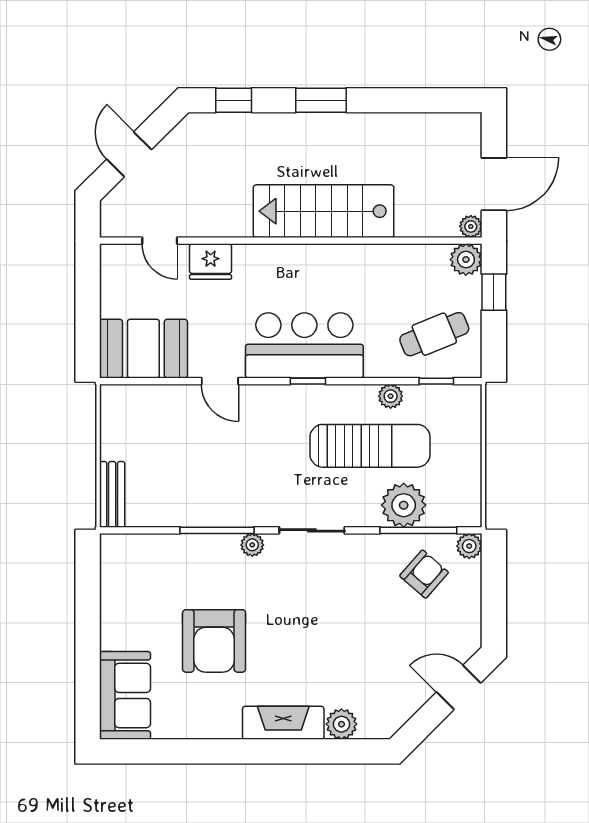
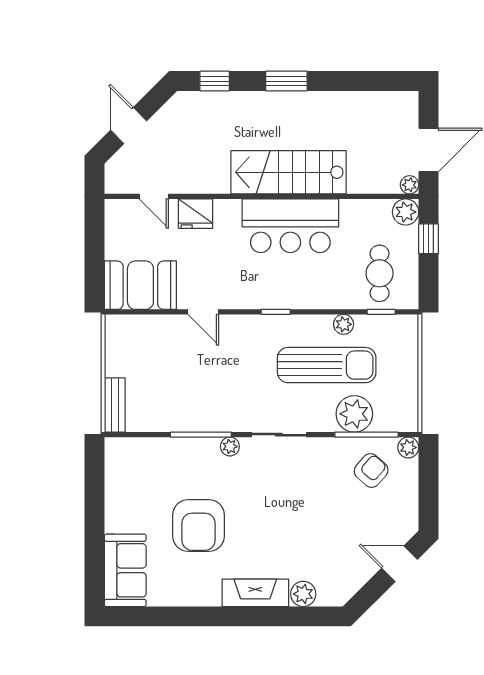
cafe table: (434, 334) -> (380, 273), turned -68
bar counter: (304, 345) -> (290, 226), moved, turned 180

